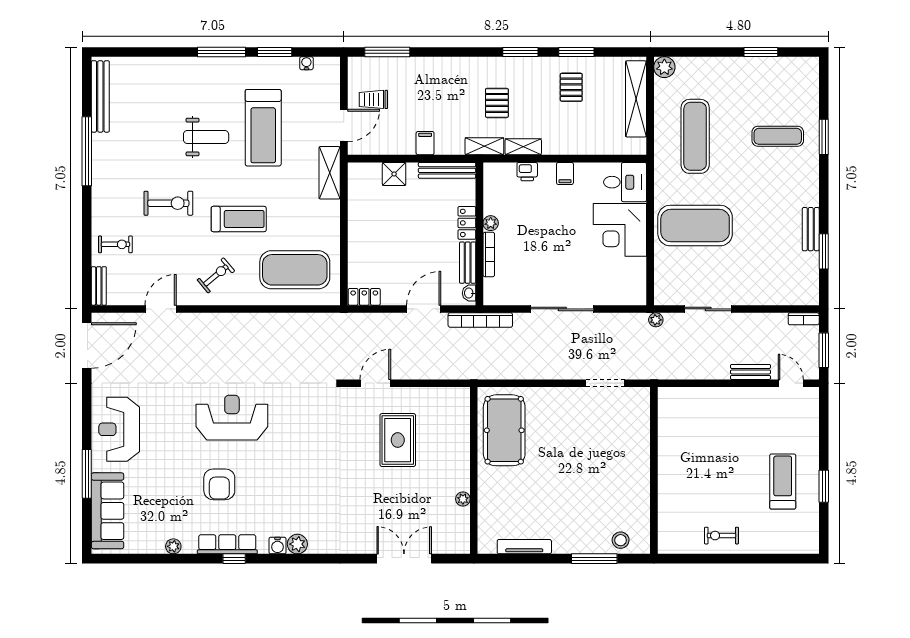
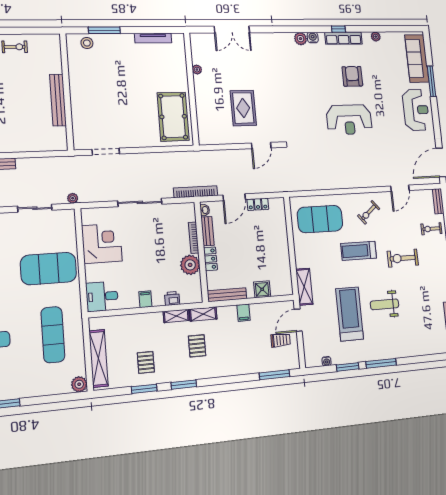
plant: (491, 223) -> (190, 265), width x1.87, depth x1.87
corner desk: (620, 230) -> (102, 243), moved
locker: (364, 297) -> (258, 204), moved
bench: (667, 459) -> (58, 100), added

